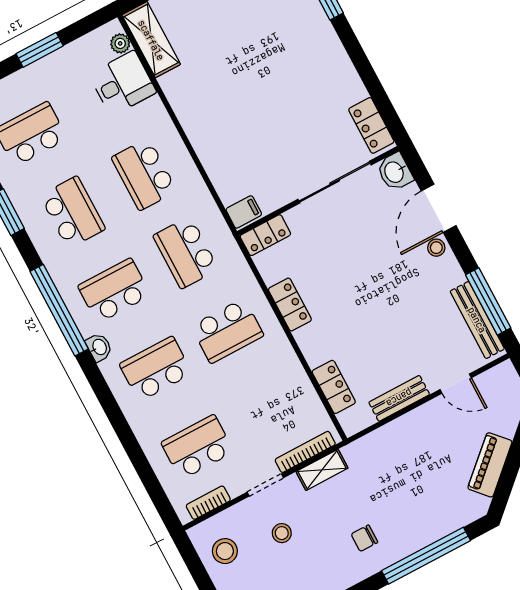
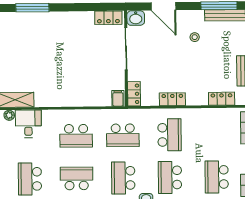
stool: (436, 248) -> (195, 37), moved

